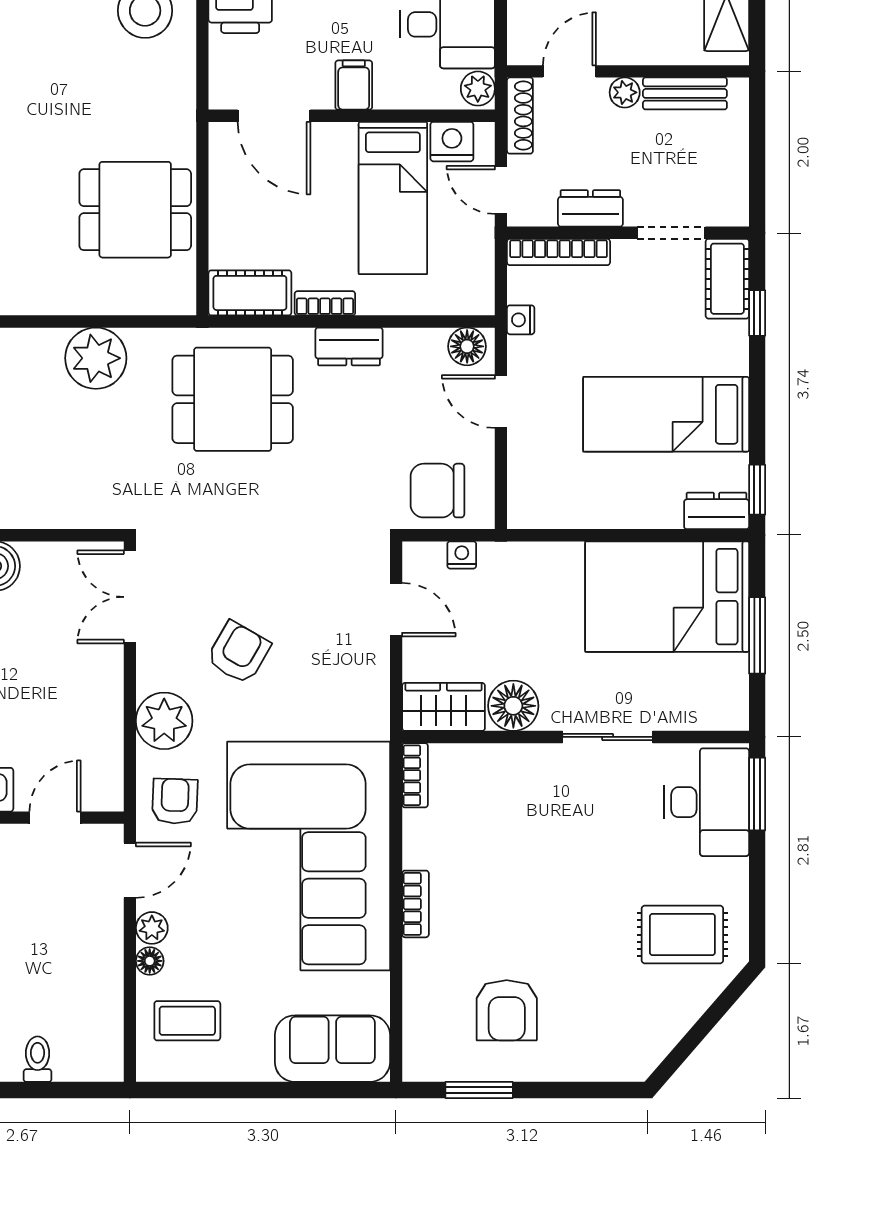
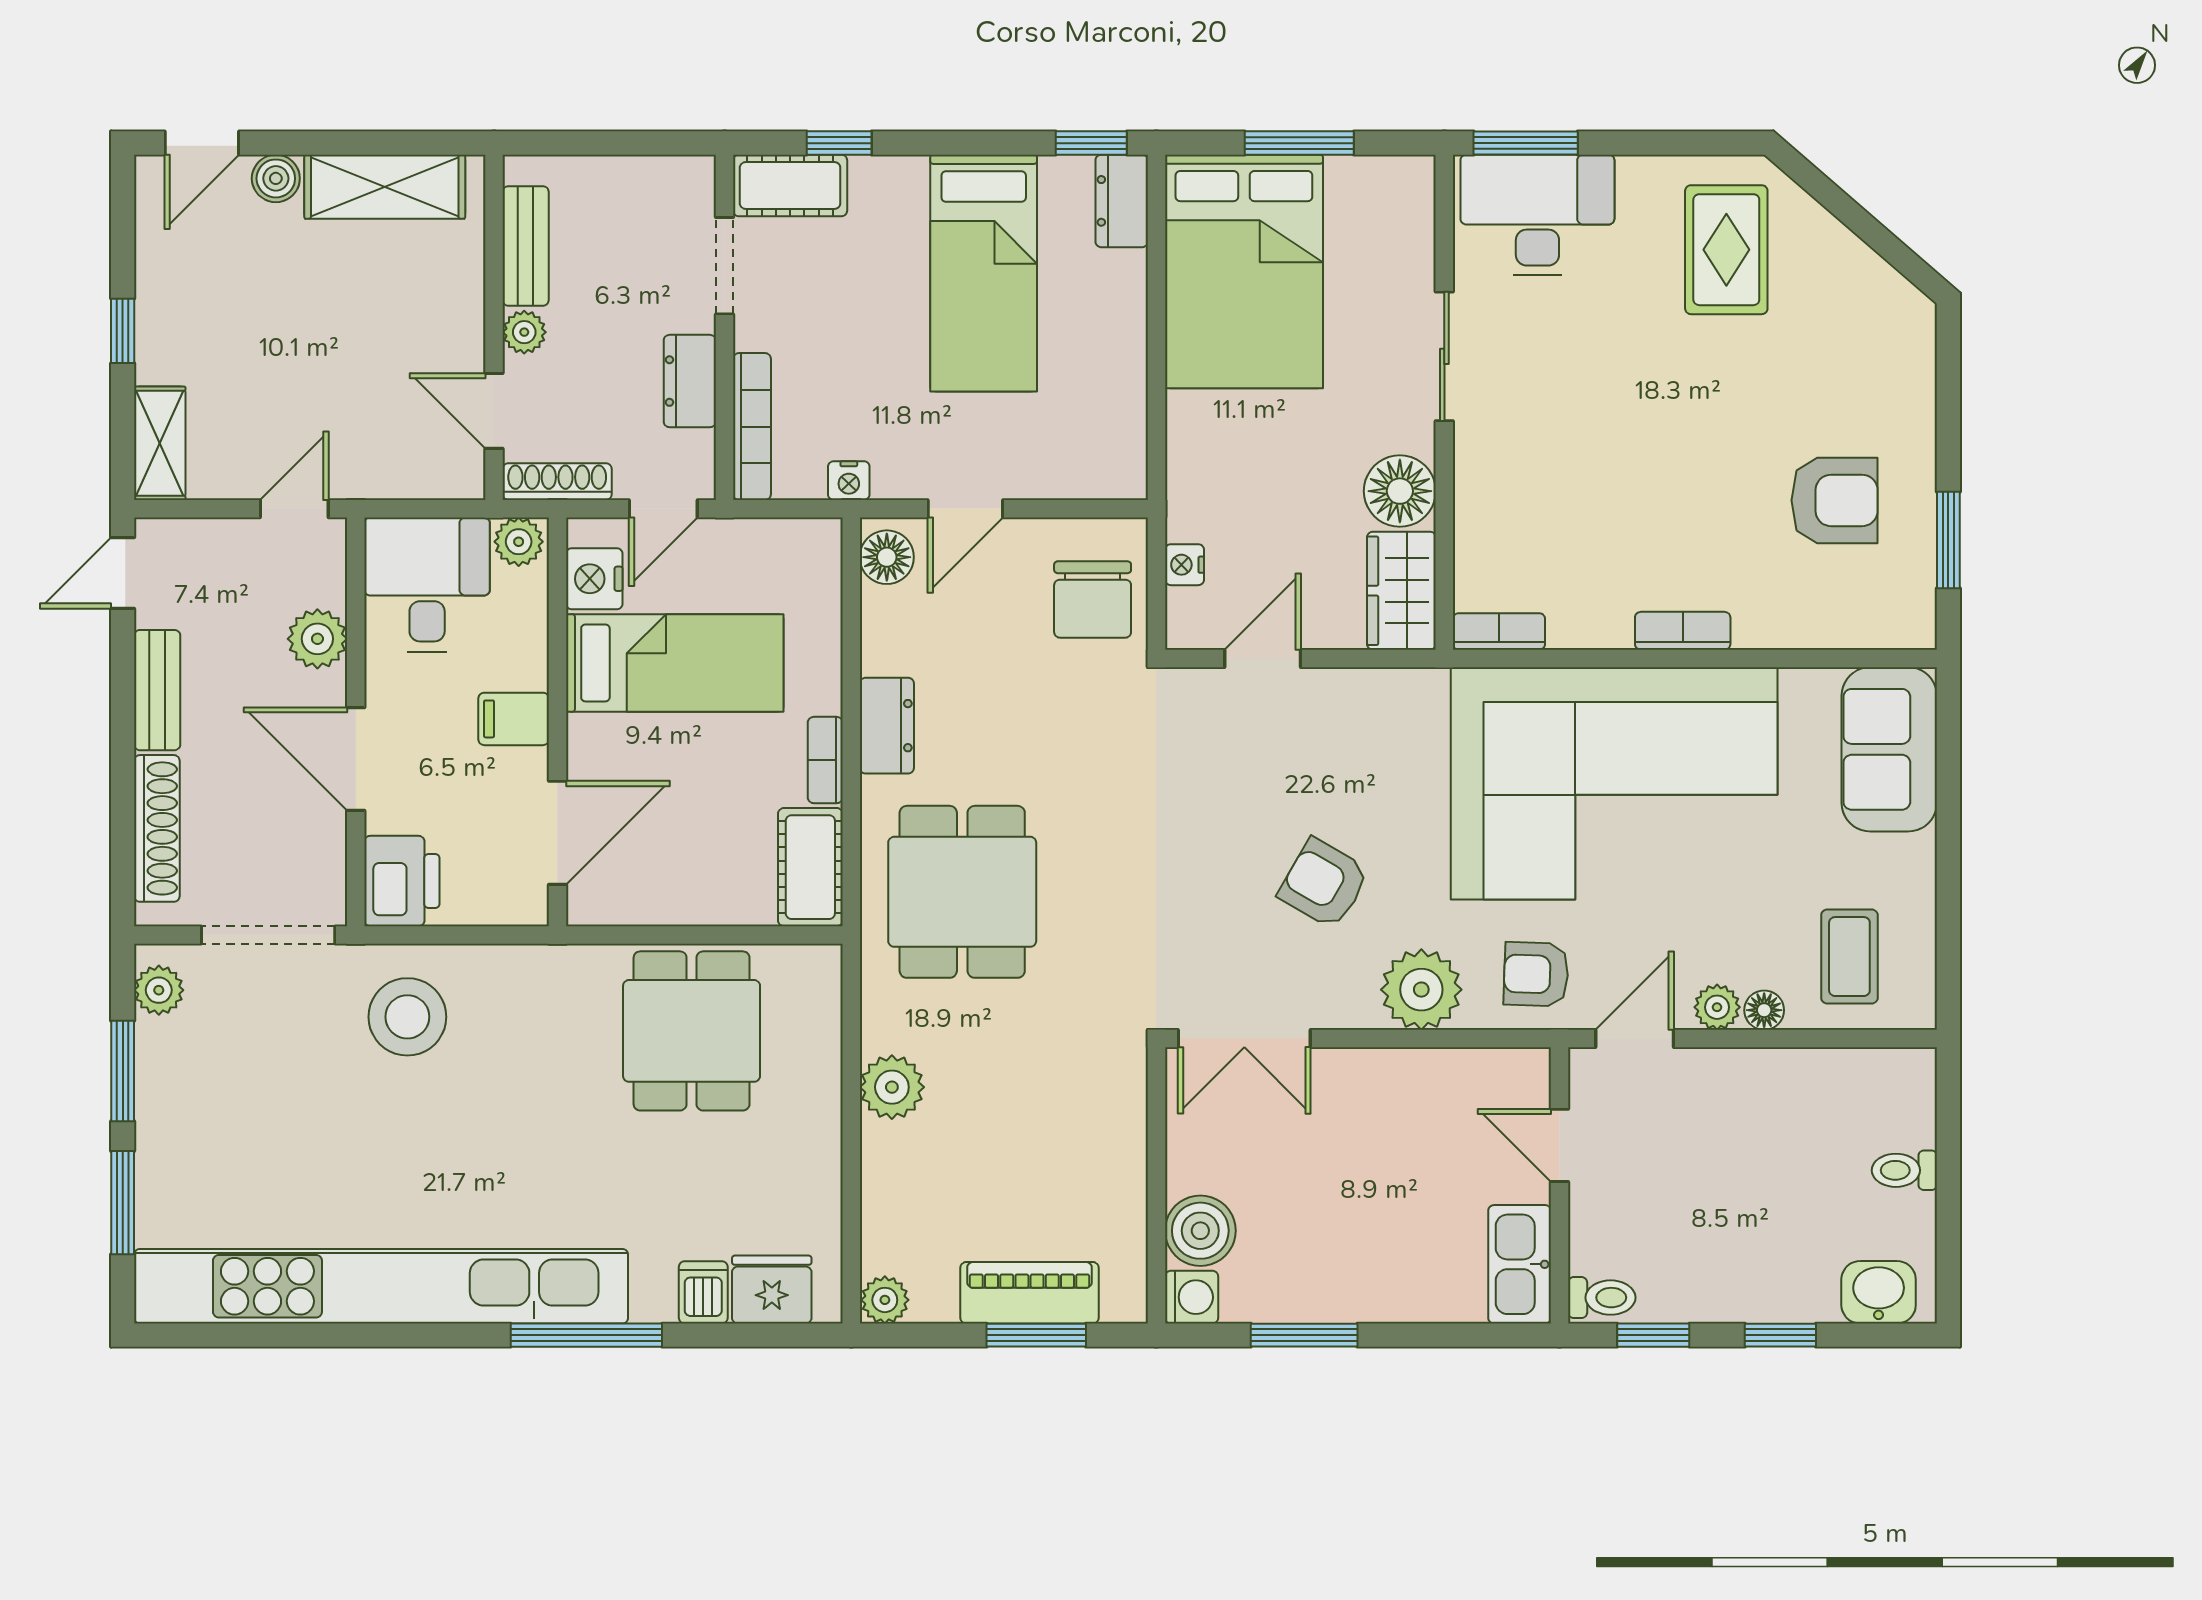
plant: (96, 358) -> (892, 1087), width x0.73, depth x0.73
door: (130, 870) -> (1635, 1039), hinge flipped

